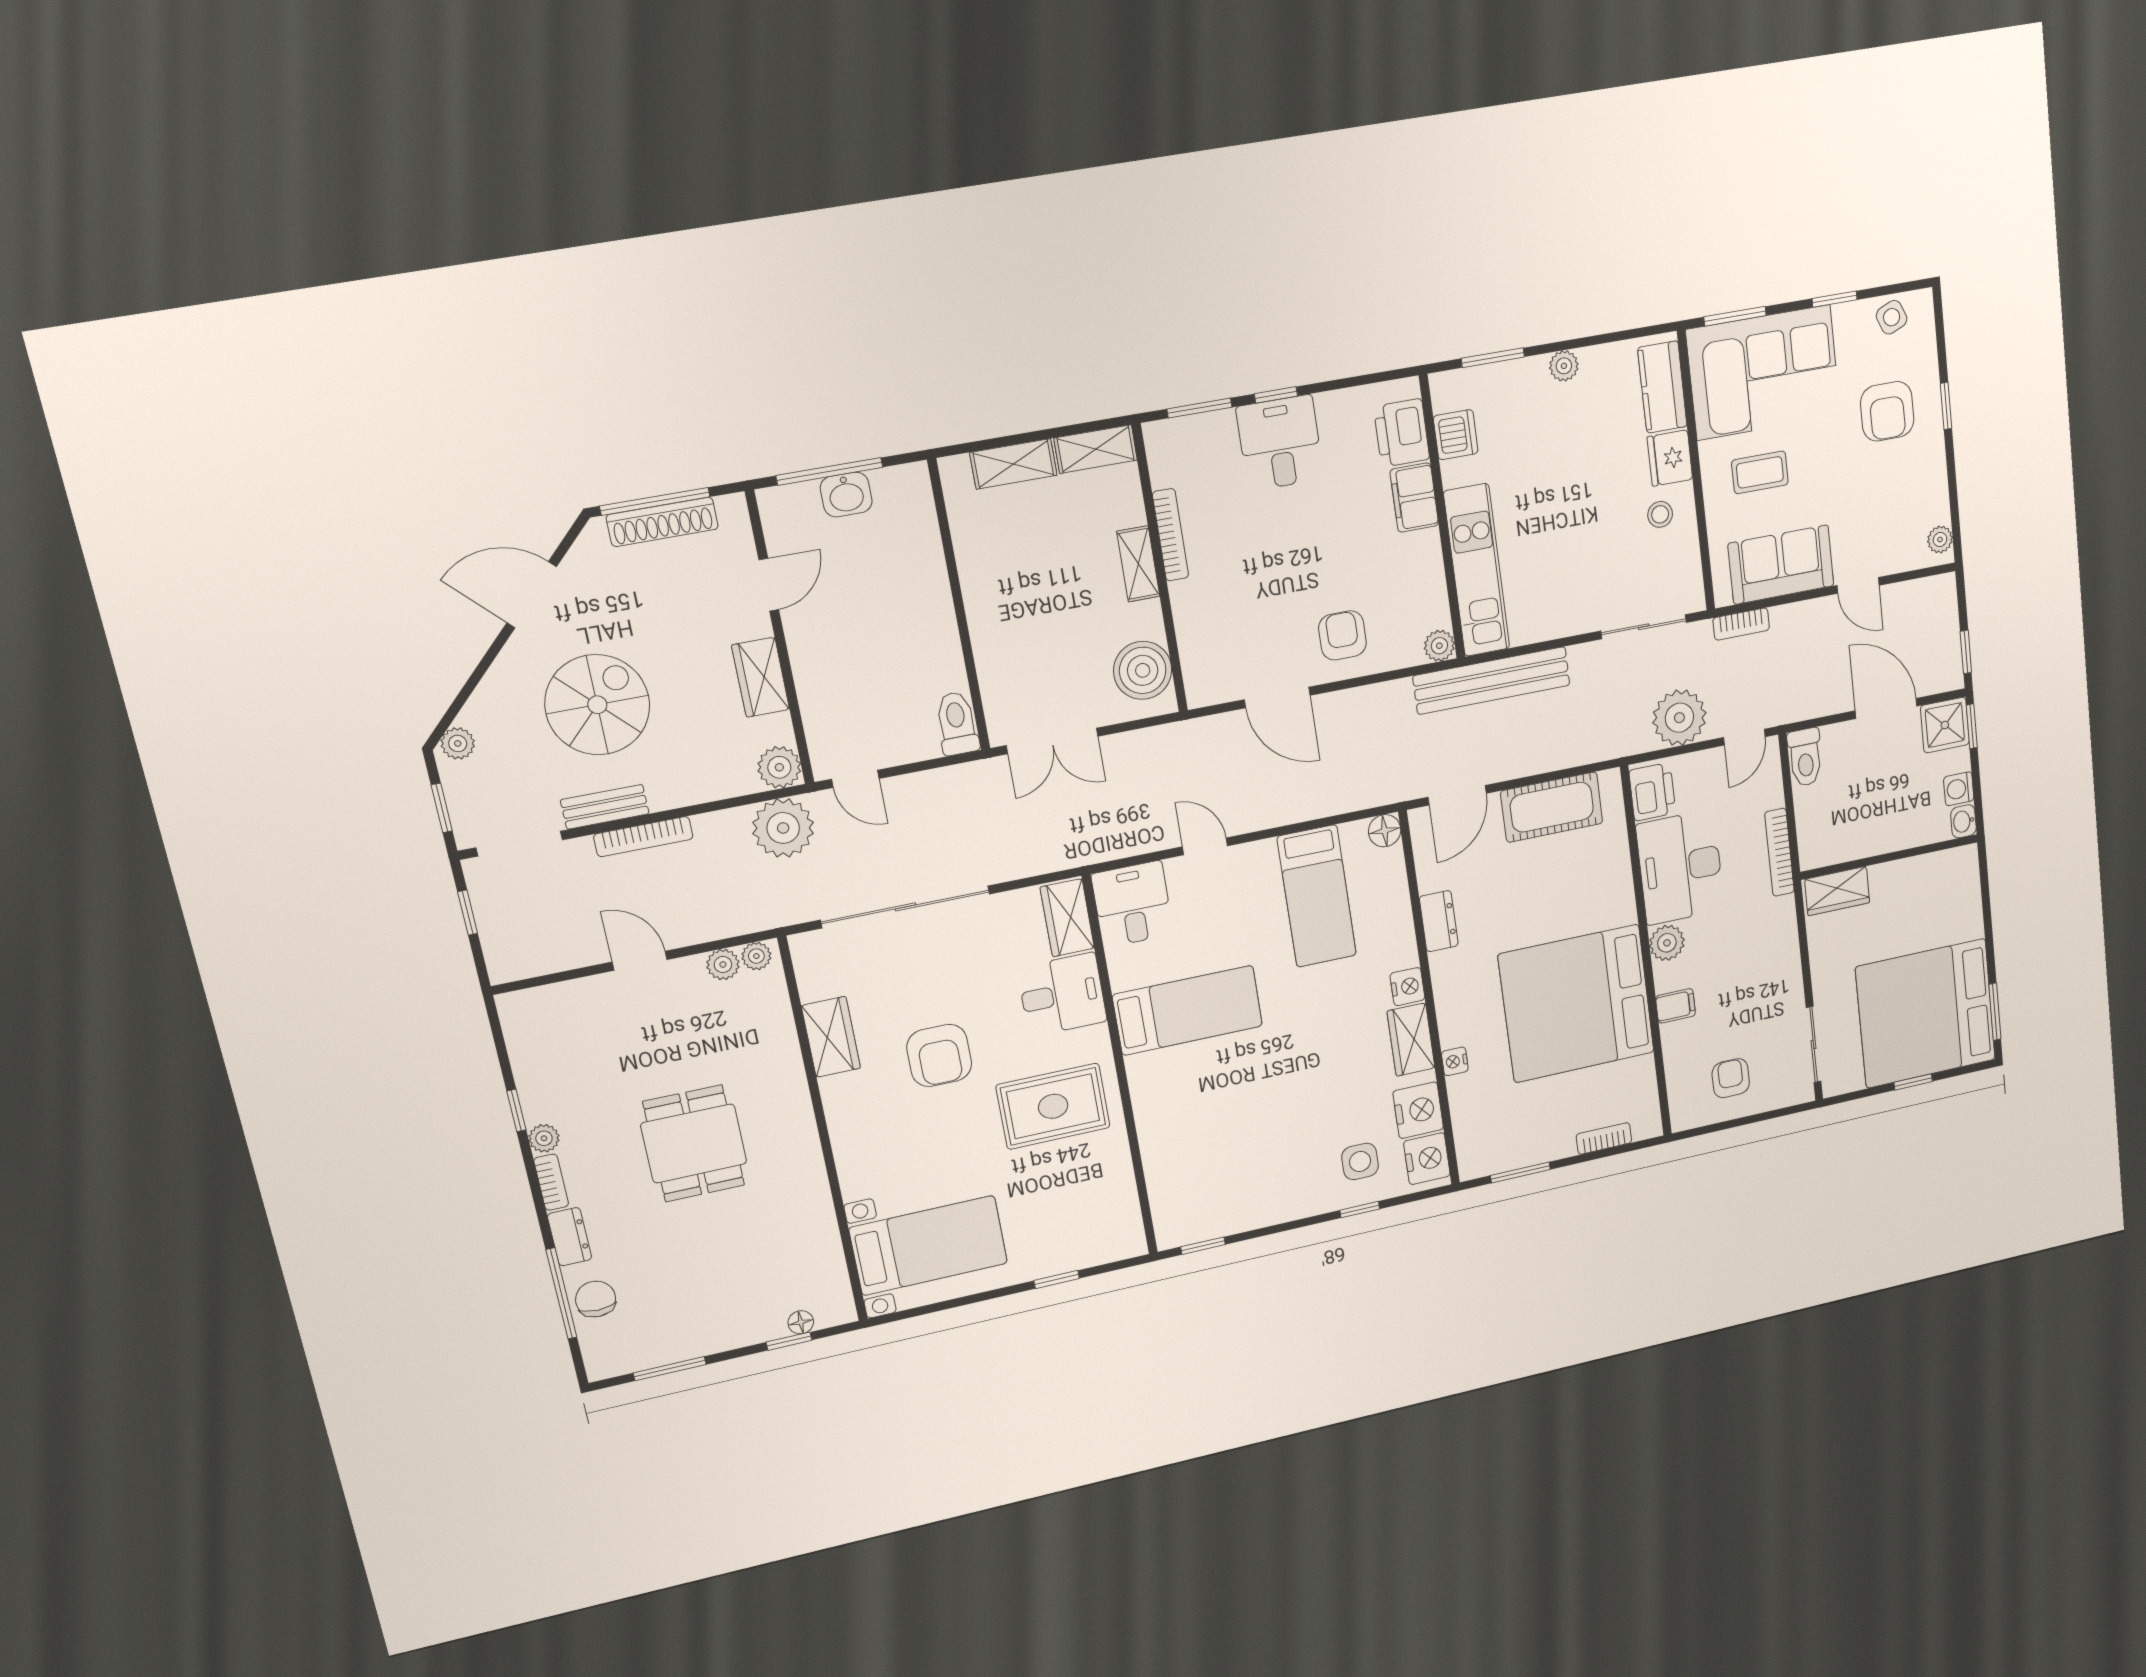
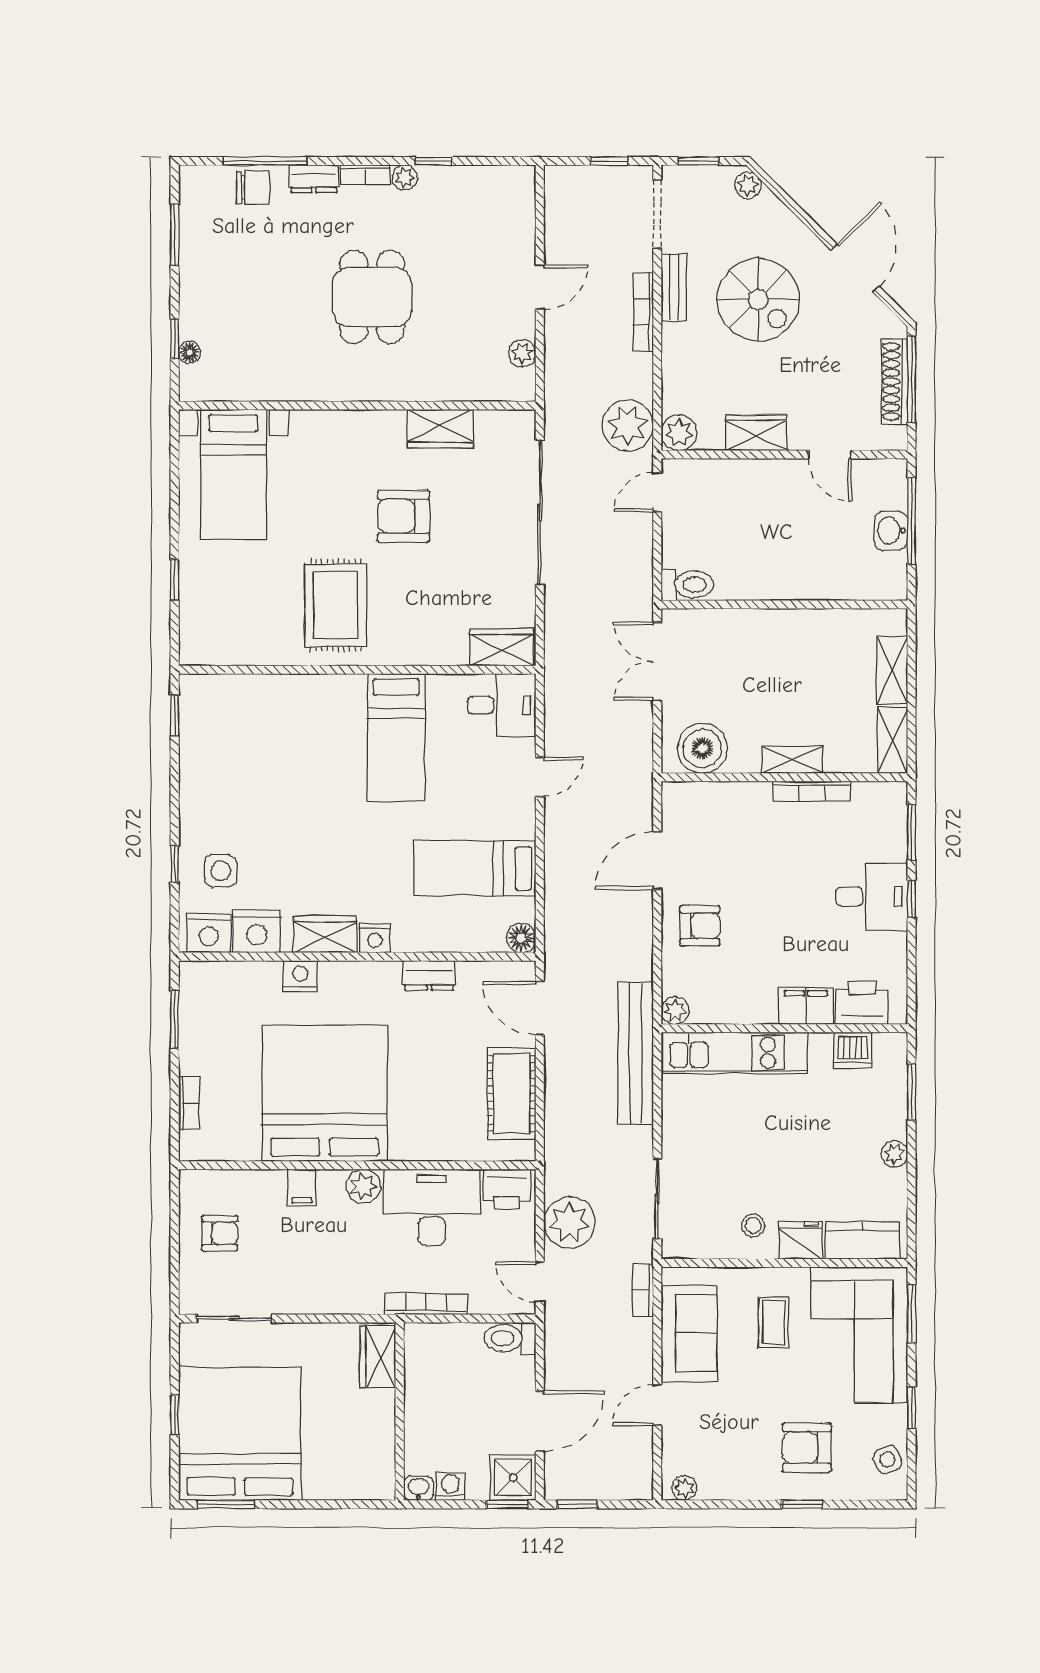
plant: (756, 956) -> (524, 382), removed
desk: (1062, 995) -> (435, 631), removed
nightstand: (1455, 1061) -> (300, 976), width x1.39, depth x1.35
dining table: (694, 1143) -> (372, 297), turned 90

